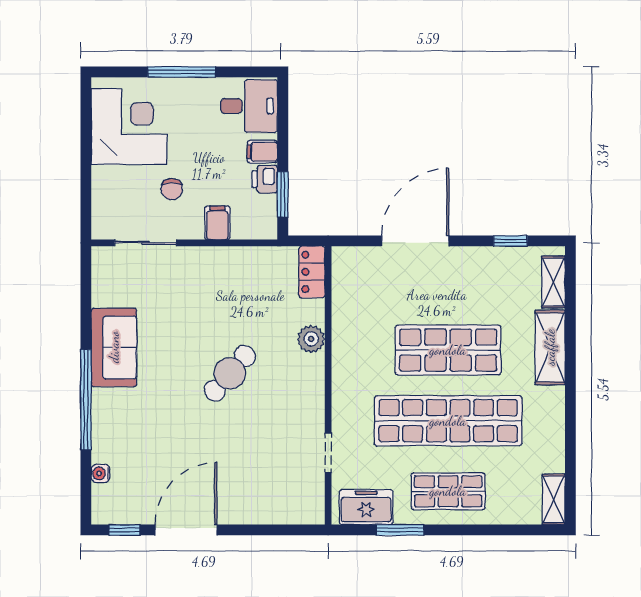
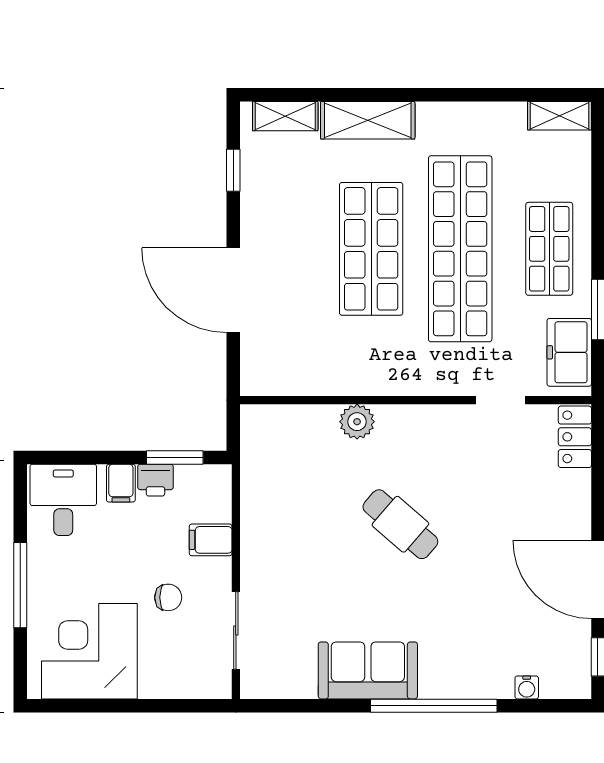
locker: (312, 272) -> (575, 437), moved, turned 90

